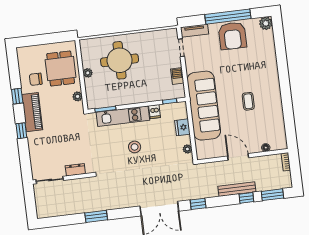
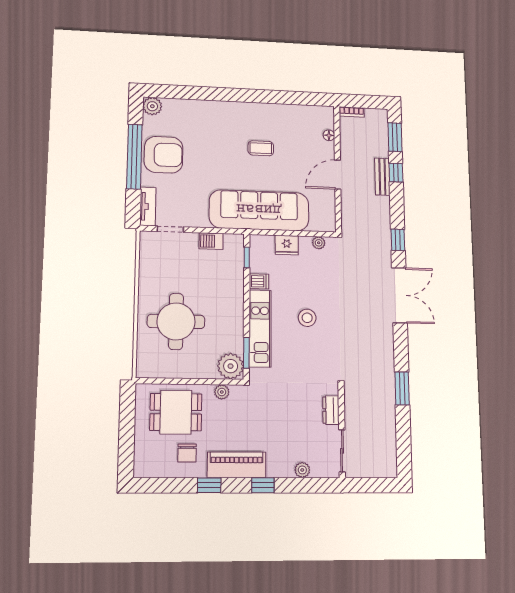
plant: (88, 73) -> (231, 366), moved, width x1.88, depth x1.88
plant: (34, 155) -> (302, 470), added
bench: (237, 189) -> (382, 177), width x0.73

